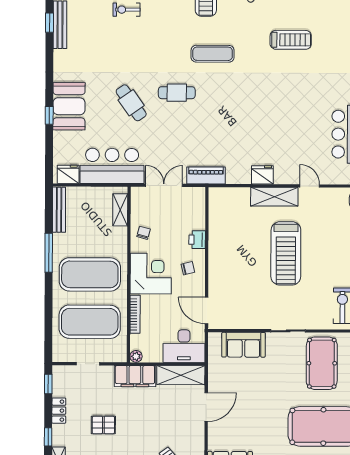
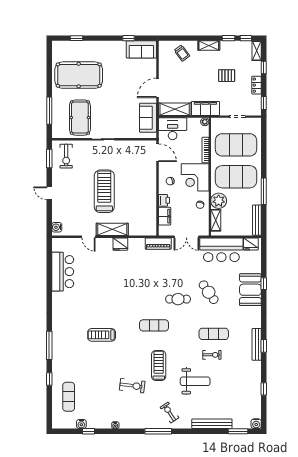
exercise mat: (124, 41) -> (214, 334), added
filing cabinet: (196, 216) -> (165, 216), added
plant: (116, 239) -> (219, 201), added
sofa: (244, 345) -> (148, 118), moved, turned -90

